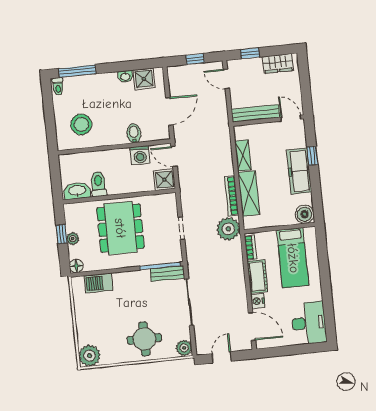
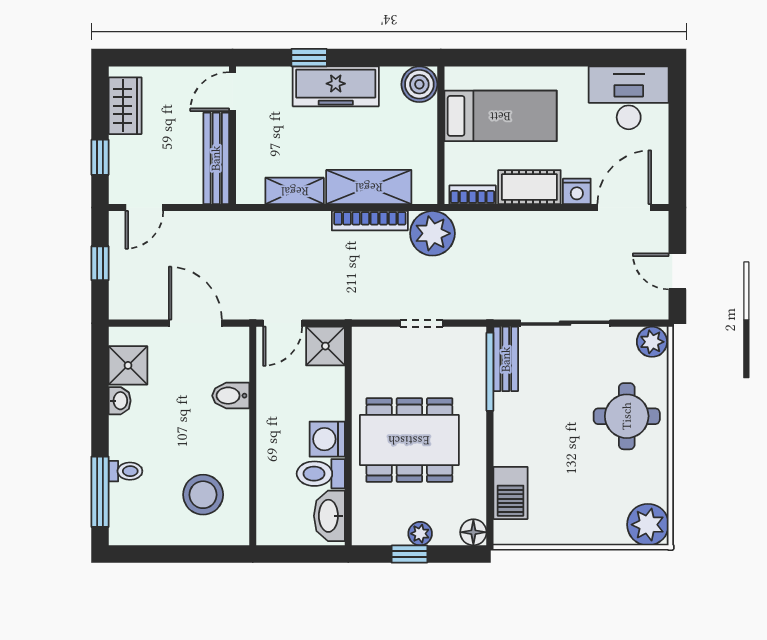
toilet: (58, 86) -> (126, 471), moved
washing machine: (140, 155) -> (327, 439), moved, turned 180

